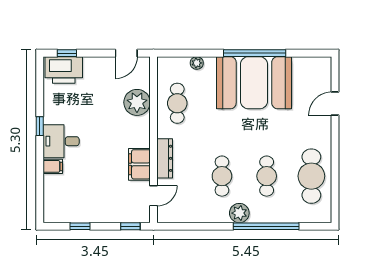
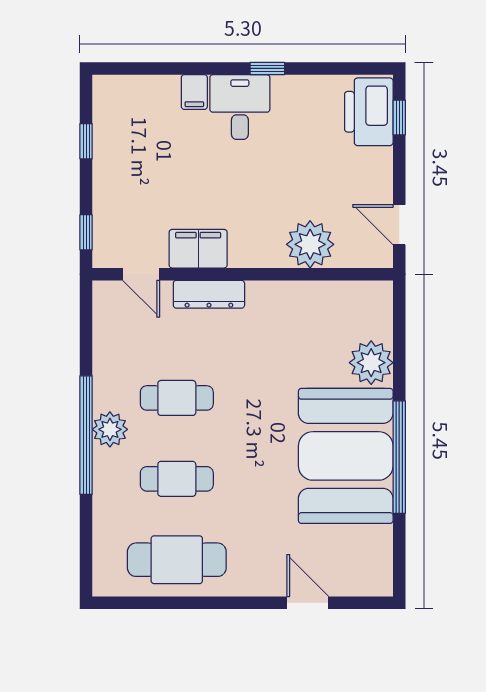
plant: (197, 63) -> (371, 363), width x1.87, depth x1.87
cafe table: (177, 103) -> (309, 317), removed
window: (266, 226) -> (86, 435), moved

